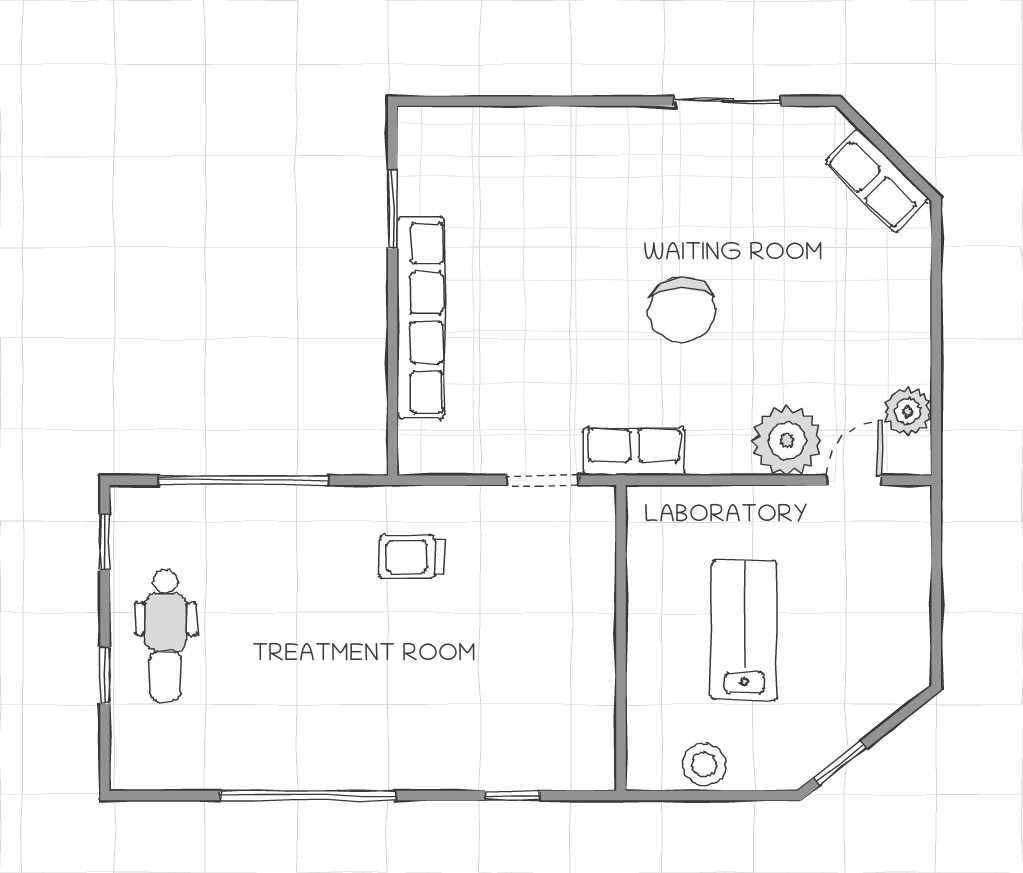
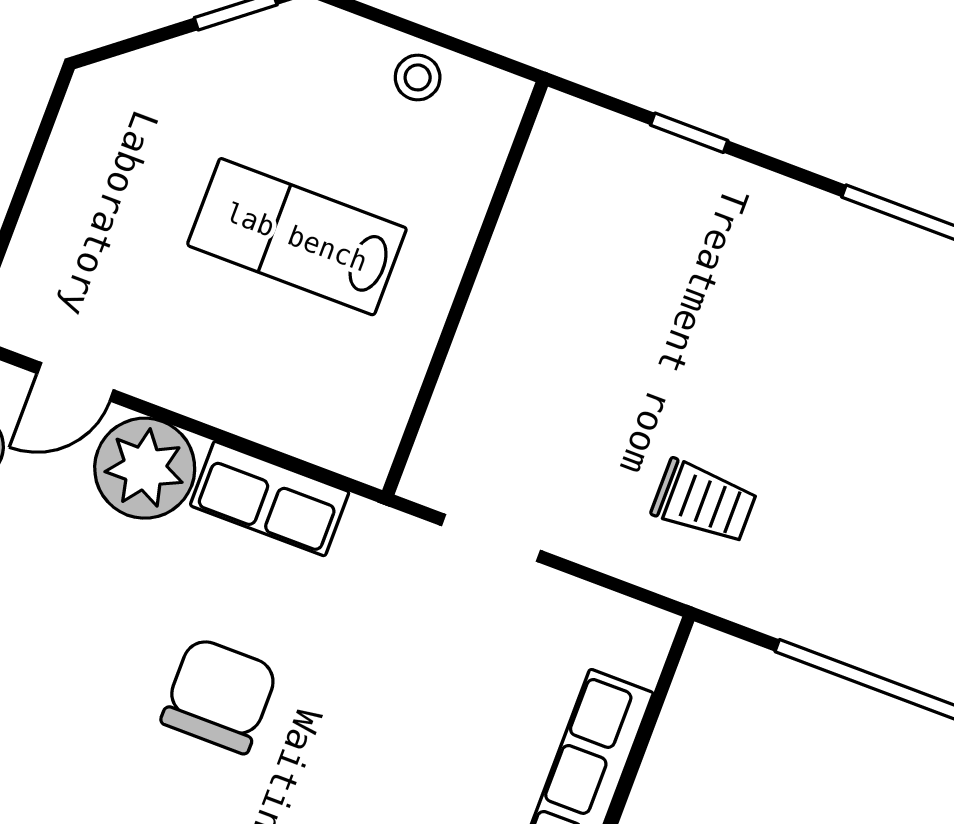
row of seats: (634, 451) -> (270, 499), moved
lab bench: (744, 630) -> (297, 237), turned 90
stool: (704, 765) -> (418, 77), width x0.73, depth x0.73

